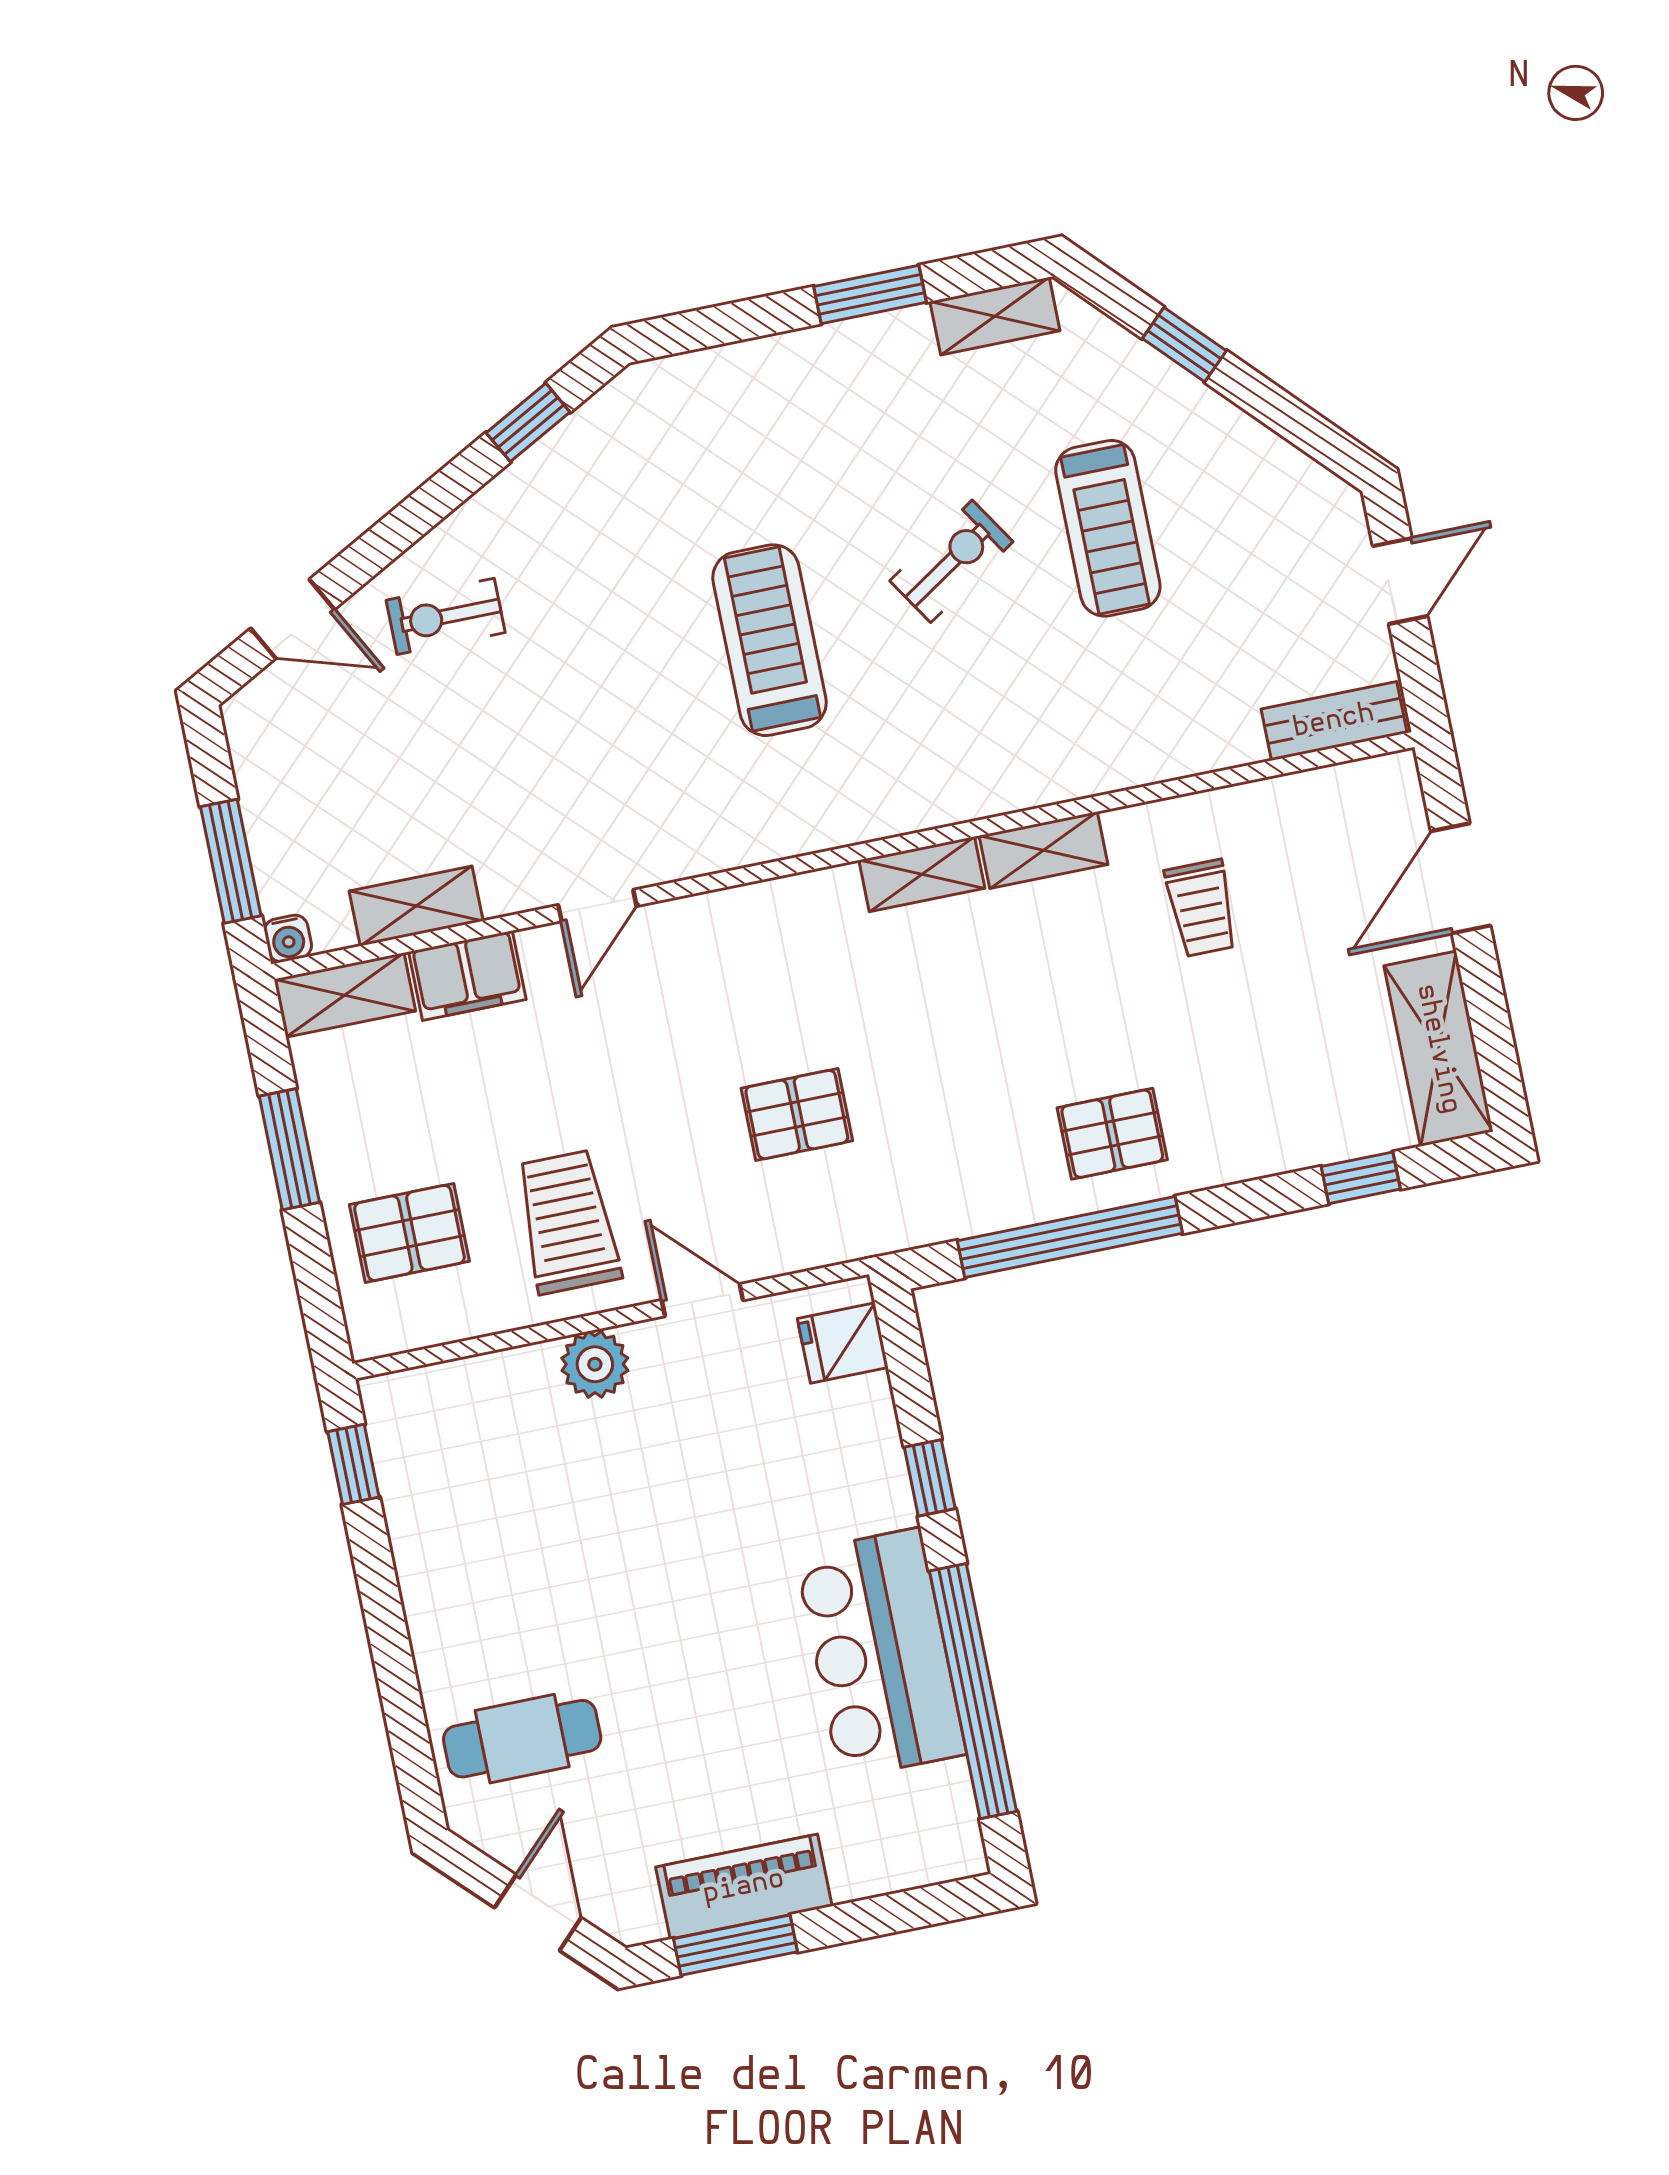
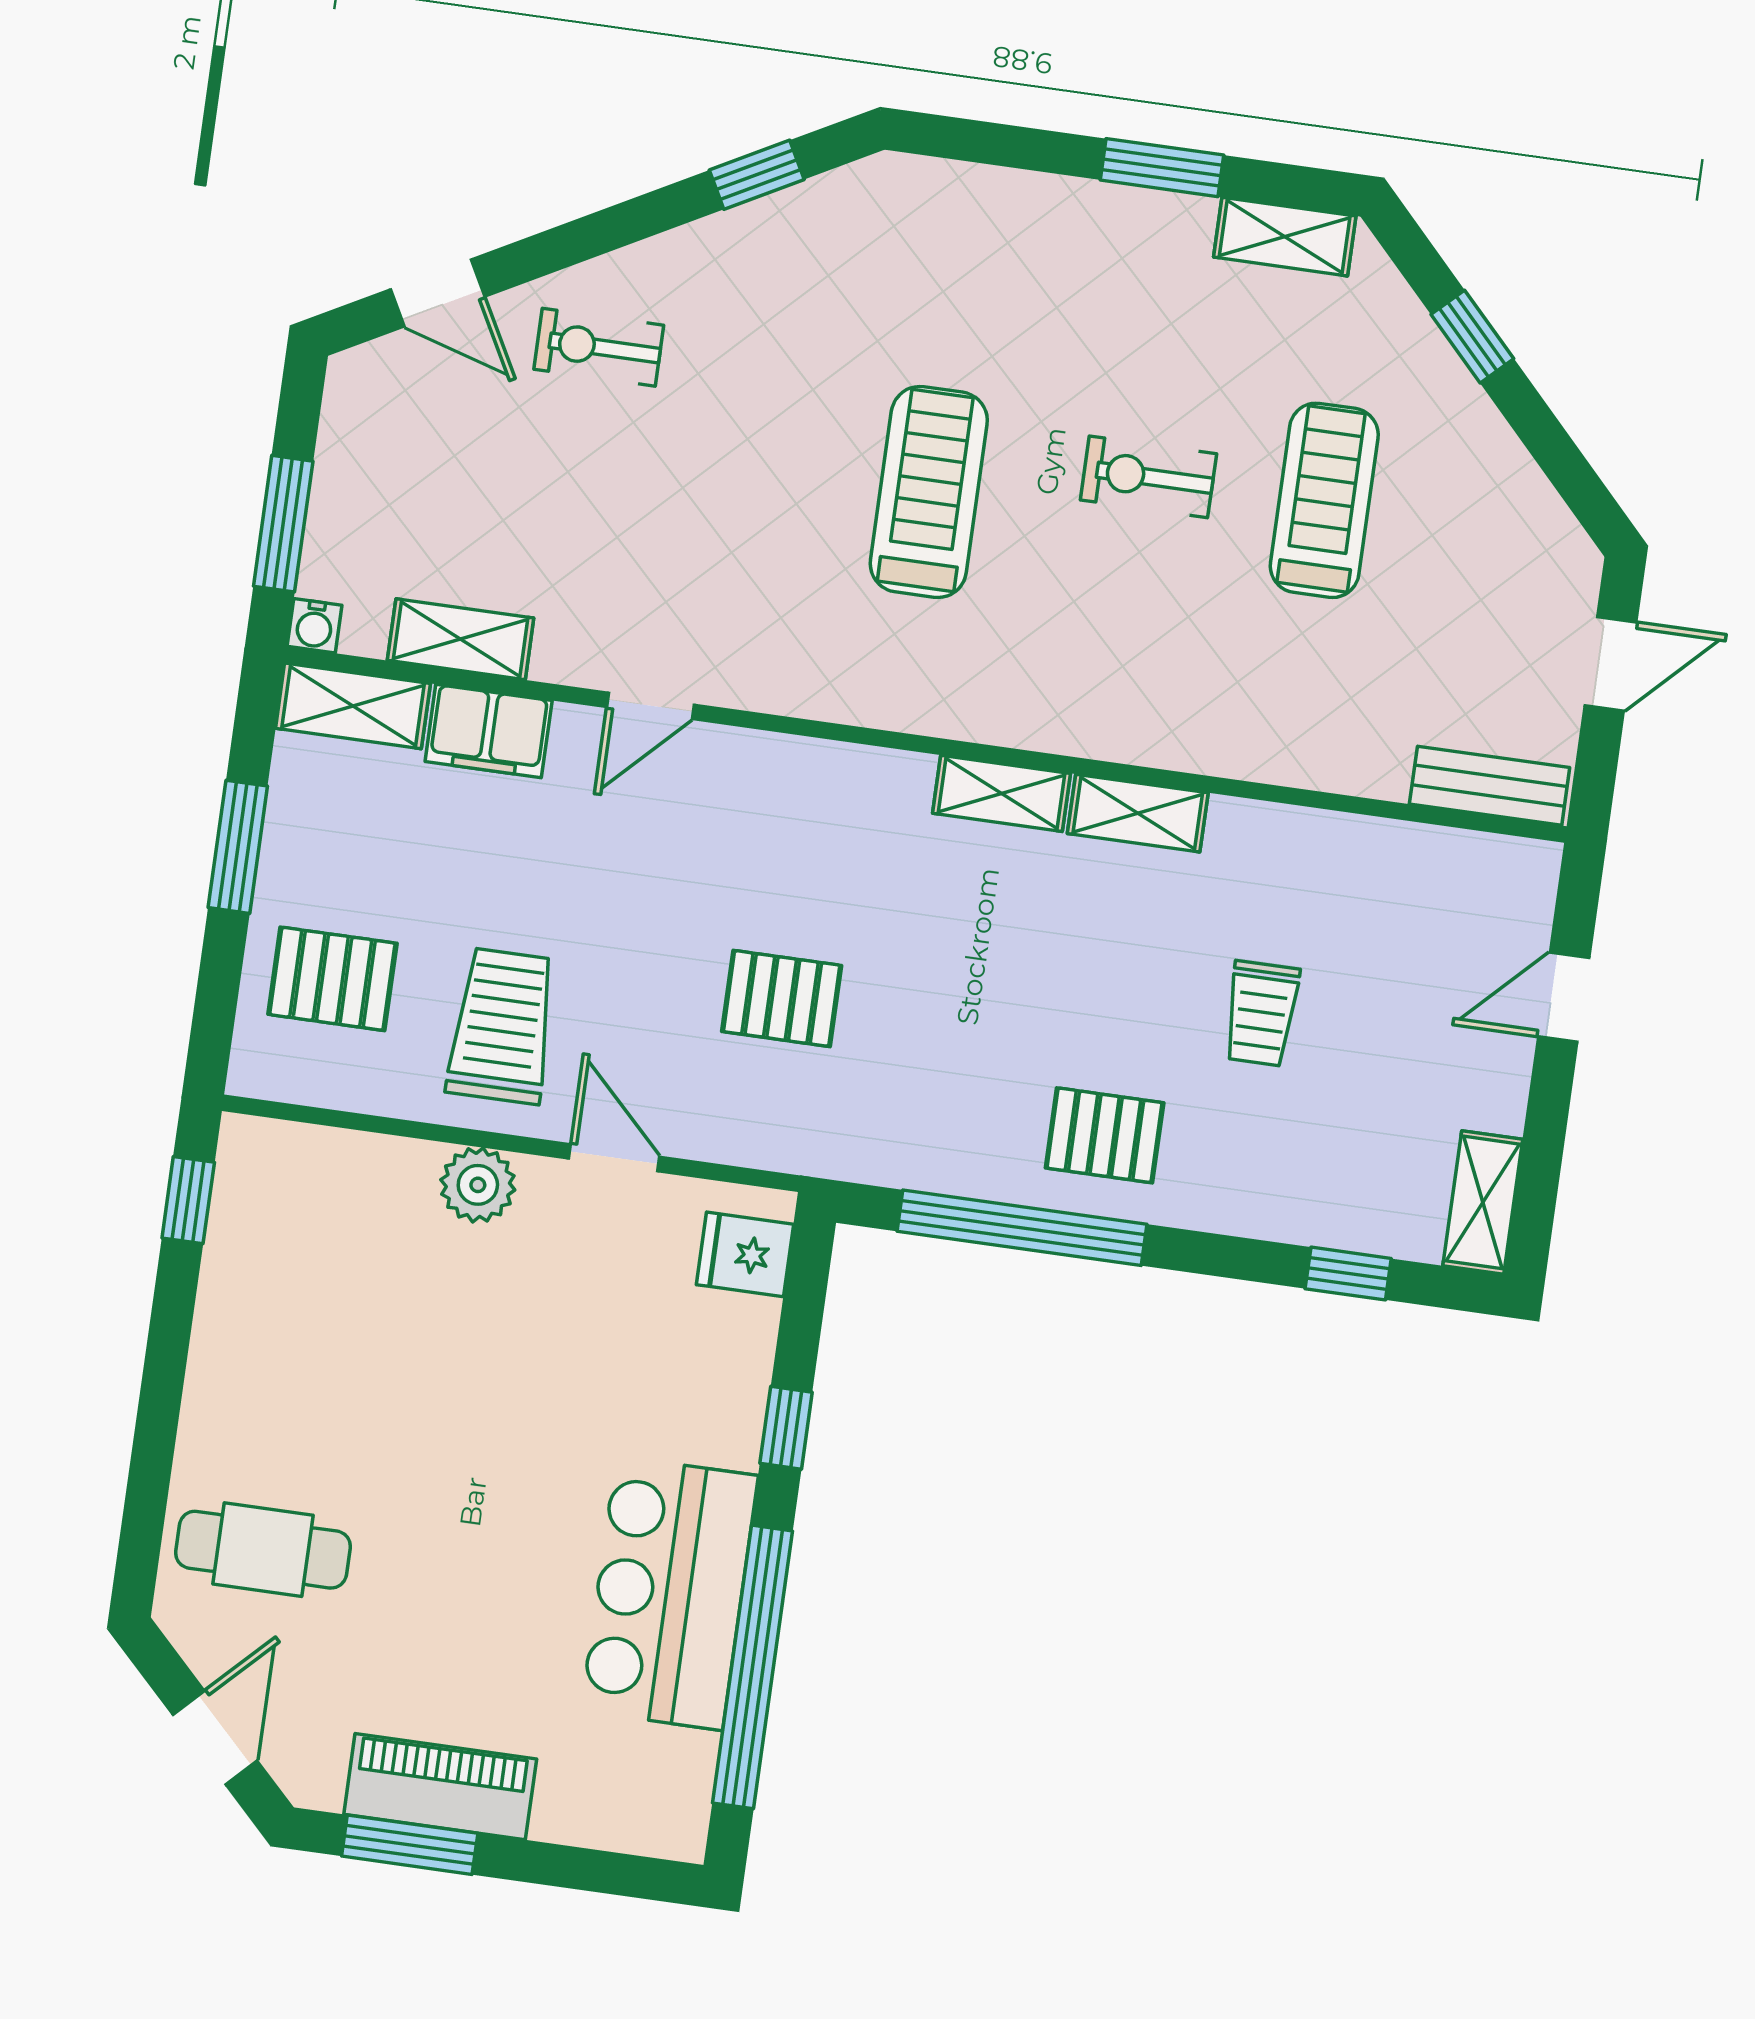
treadmill: (1108, 528) -> (1324, 500), turned 180
exercise bike: (951, 561) -> (1148, 477), turned -147
door: (1461, 878) -> (1564, 997), width x0.73
trolley: (1201, 908) -> (1261, 1013), moved
shelving: (1438, 1049) -> (1483, 1202), width x0.67, depth x0.75

